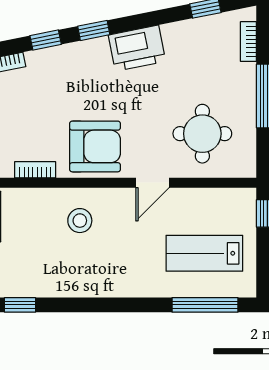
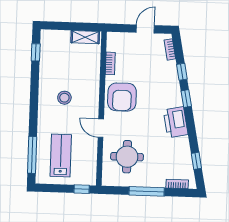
stool: (80, 221) -> (64, 98), moved

